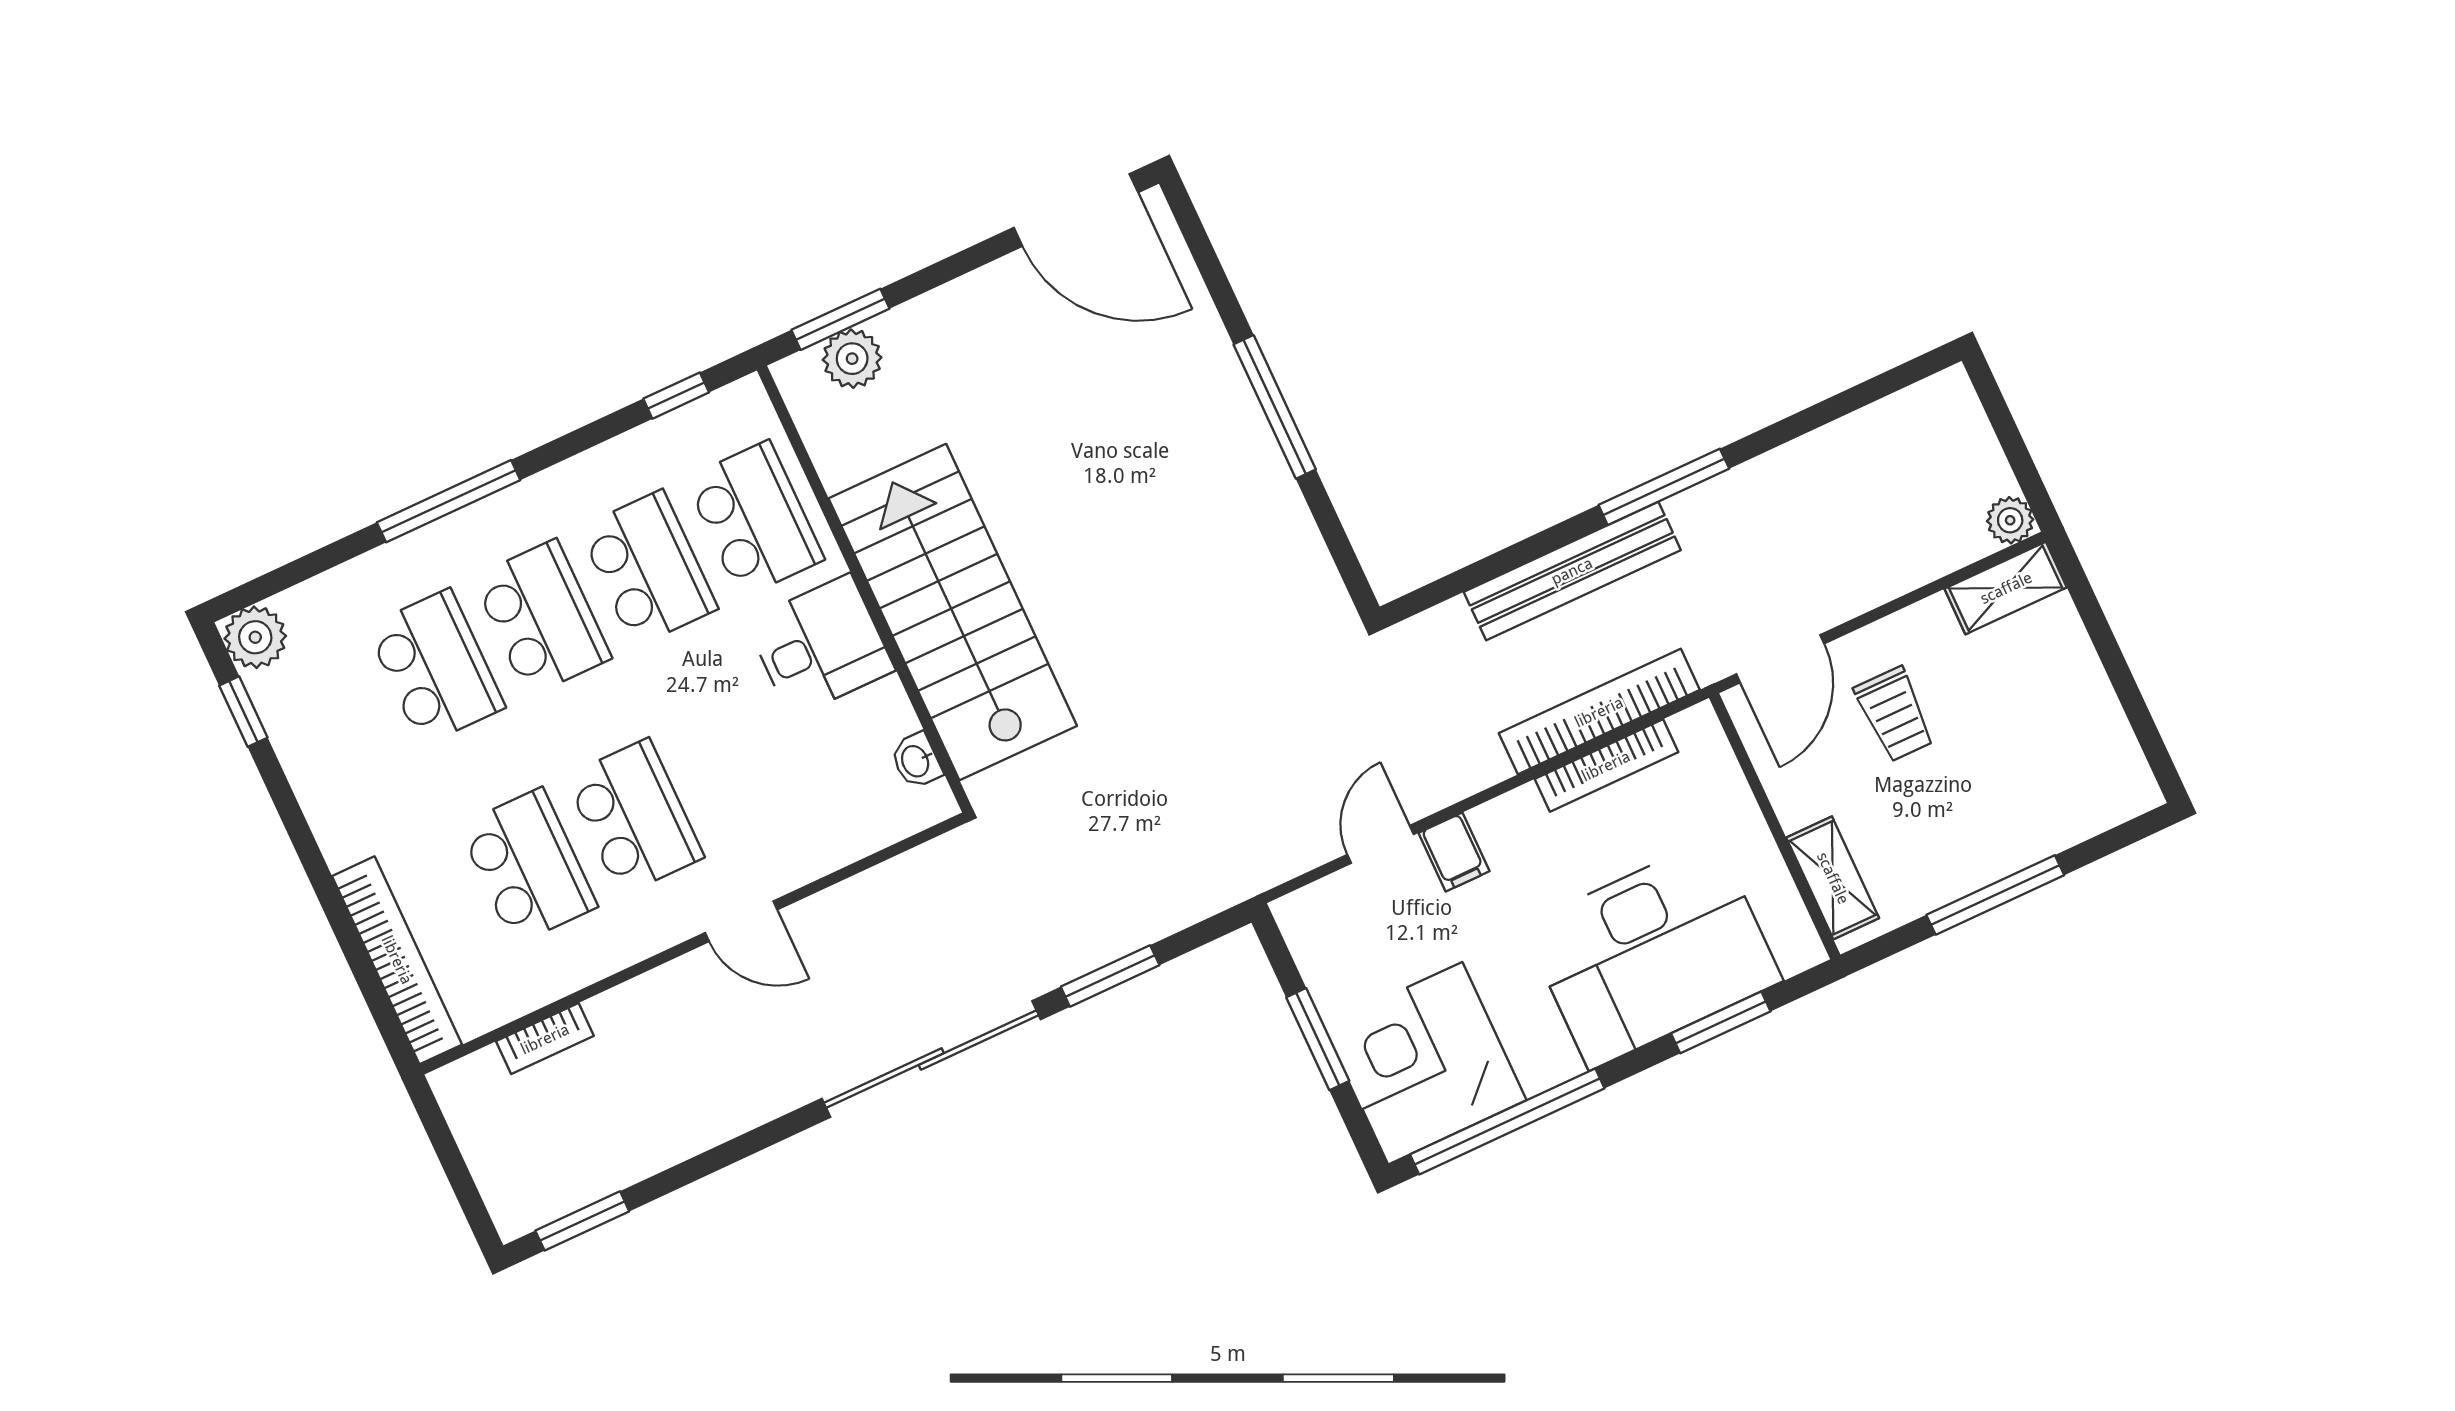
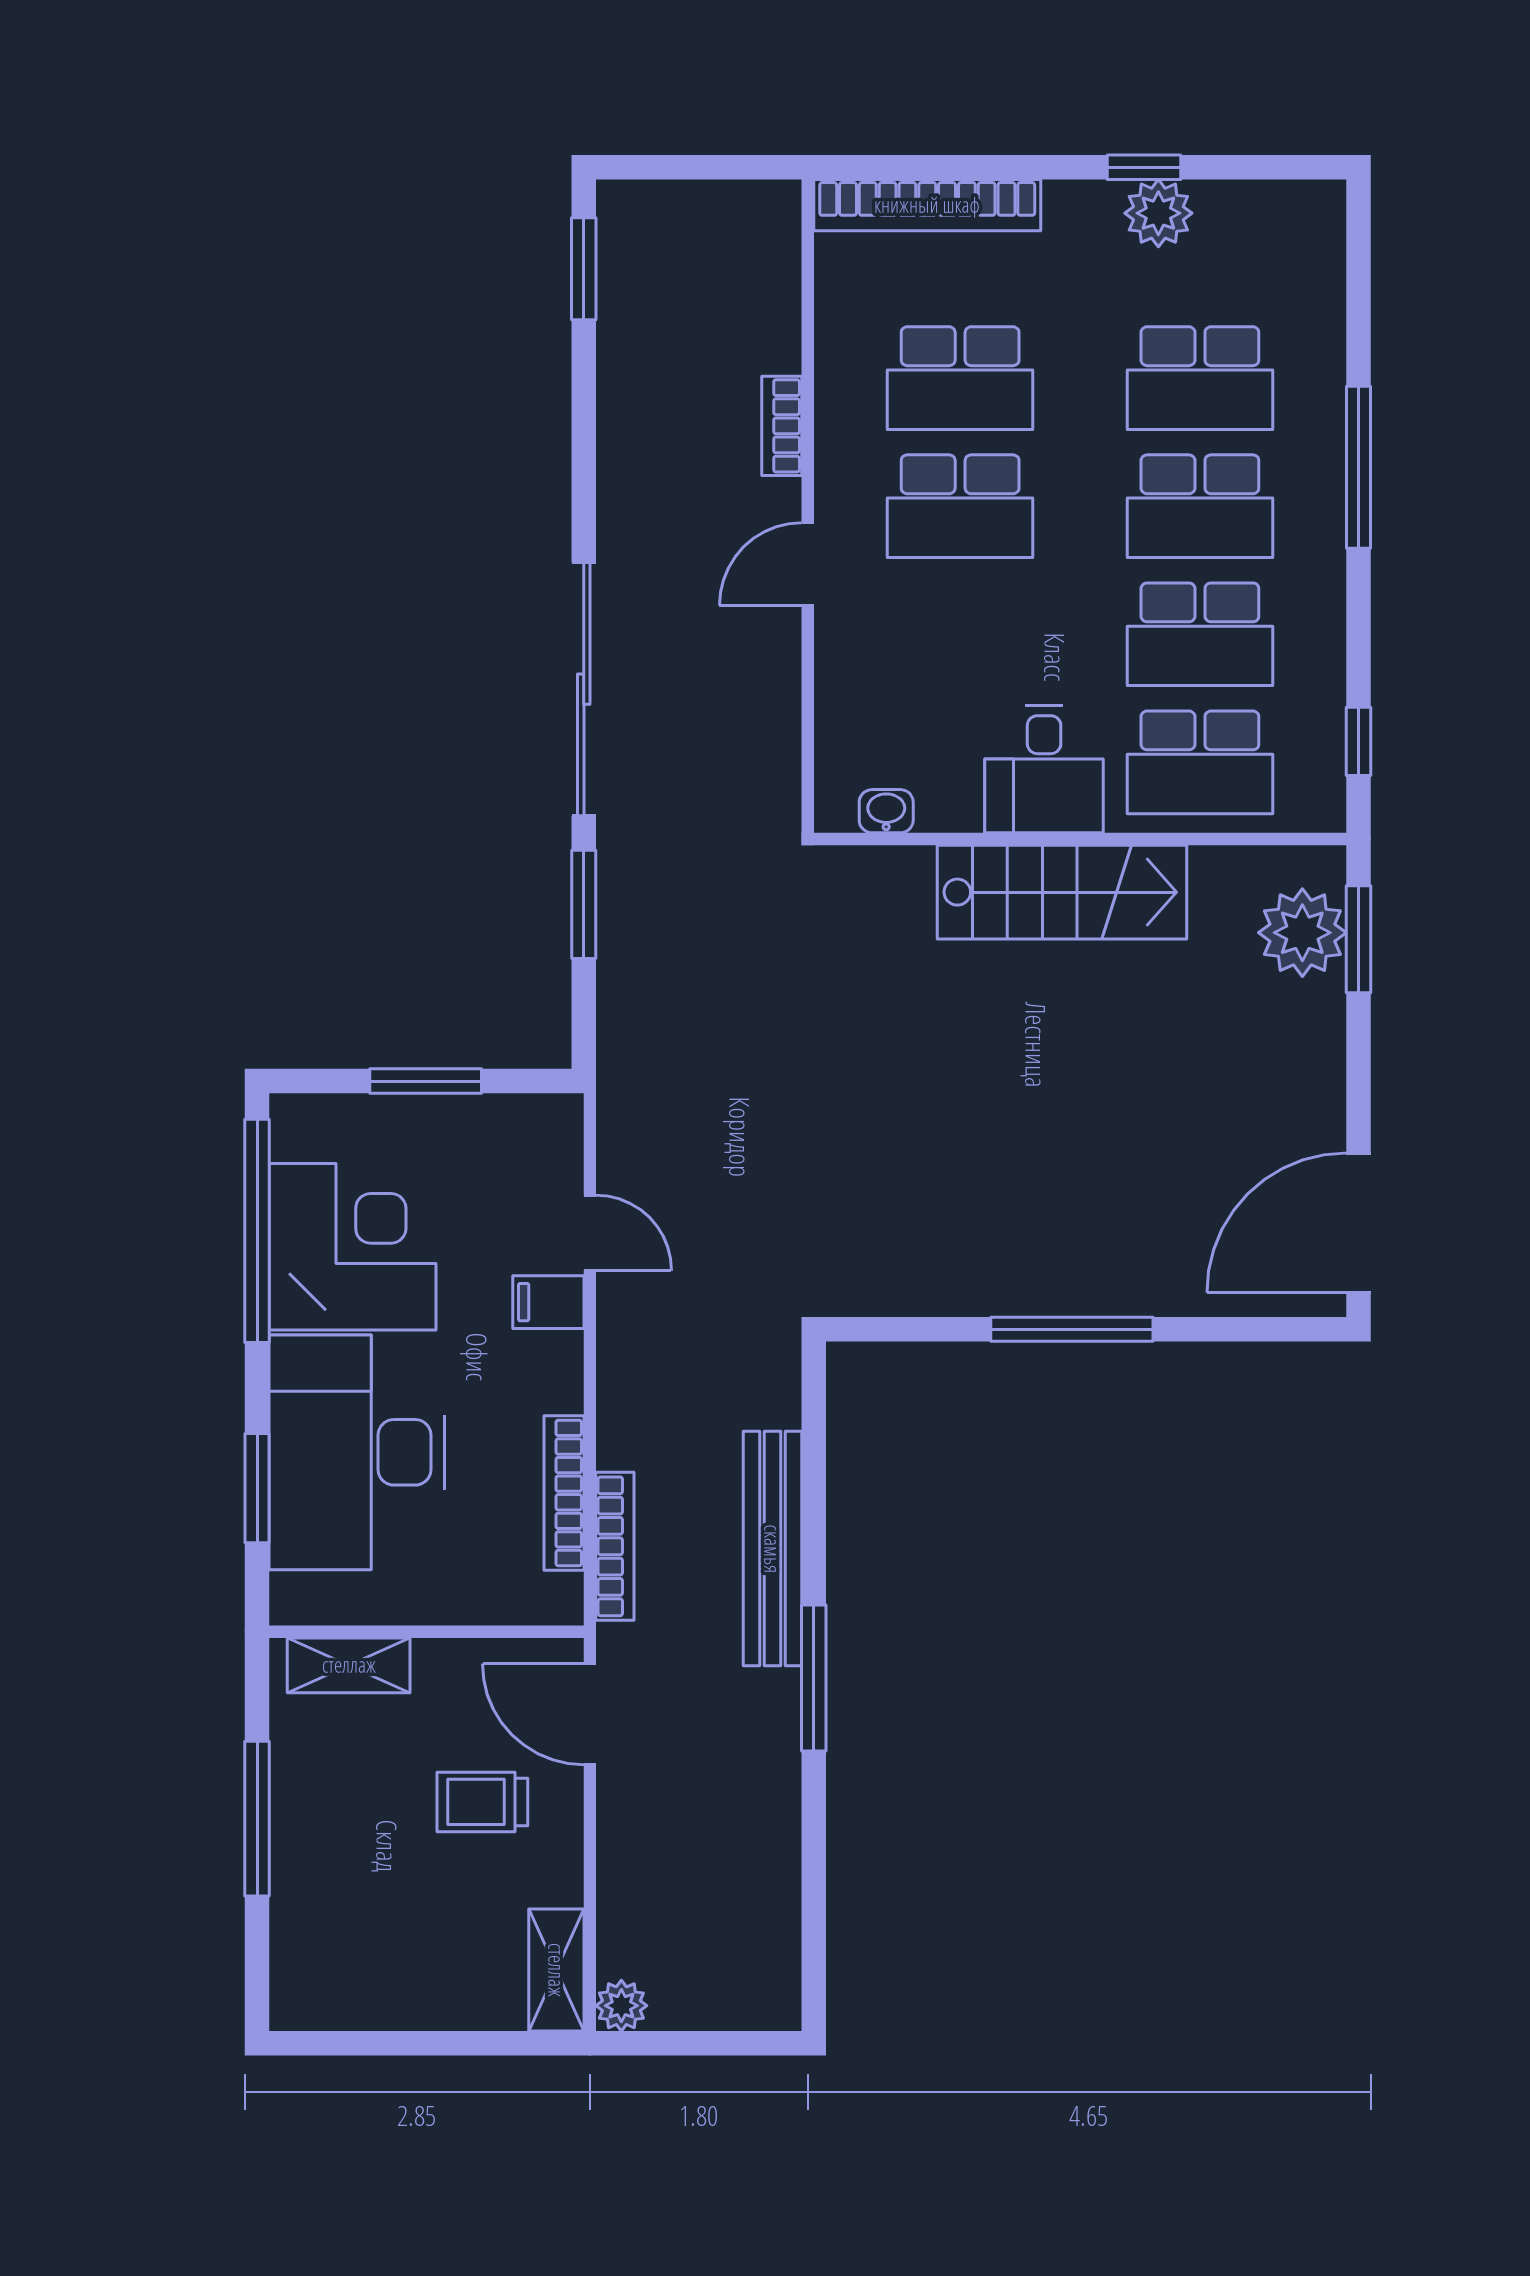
plant: (852, 359) -> (1302, 933), width x1.36, depth x1.36
stairs: (953, 612) -> (1062, 892), width x0.73, depth x0.66
plant: (255, 637) -> (1158, 213), moved
window: (243, 712) -> (1144, 167), moved
bookcase: (1599, 712) -> (615, 1546), width x0.68, depth x0.76
bookcase: (545, 1039) -> (782, 426), moved
corner desk: (1425, 1063) -> (352, 1247), moved

